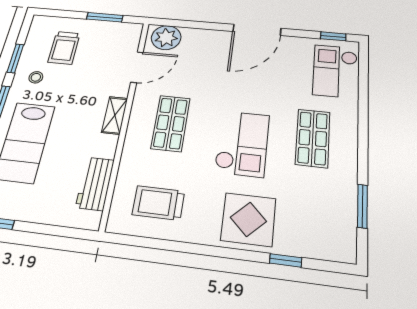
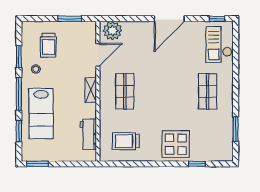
checkout: (242, 143) -> (168, 99), removed

